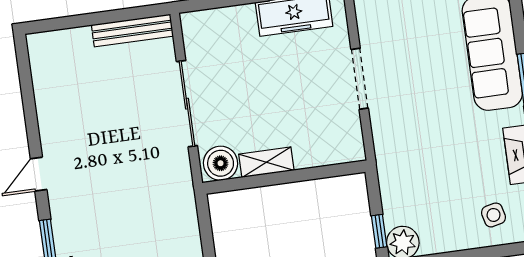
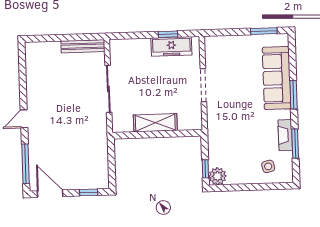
shelving: (266, 162) -> (155, 123), width x1.50, depth x1.33
boiler: (221, 163) -> (123, 123), removed

